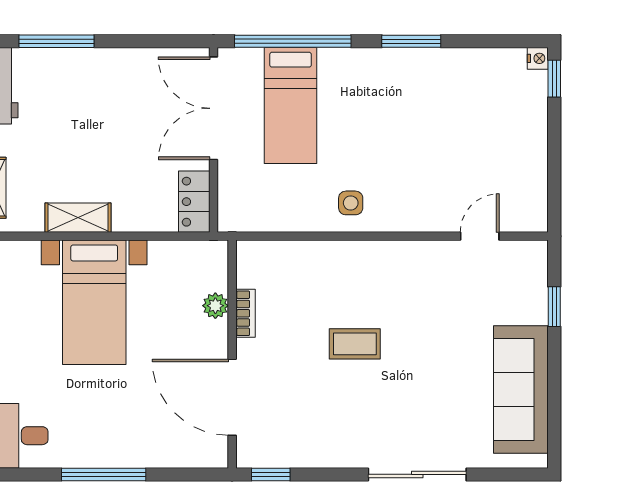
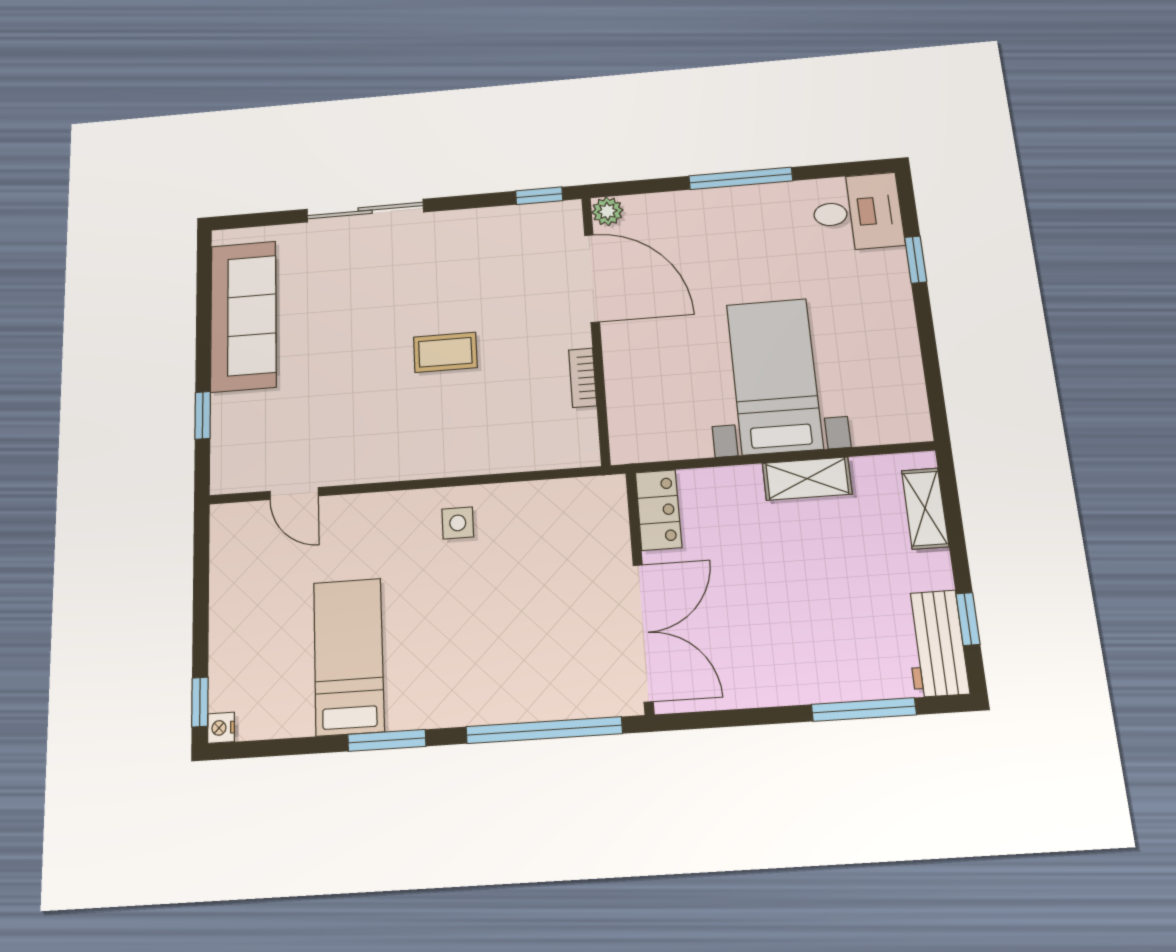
bed: (291, 106) -> (349, 656), moved
door: (480, 236) -> (294, 494), hinge flipped
plant: (215, 306) -> (607, 211), moved

